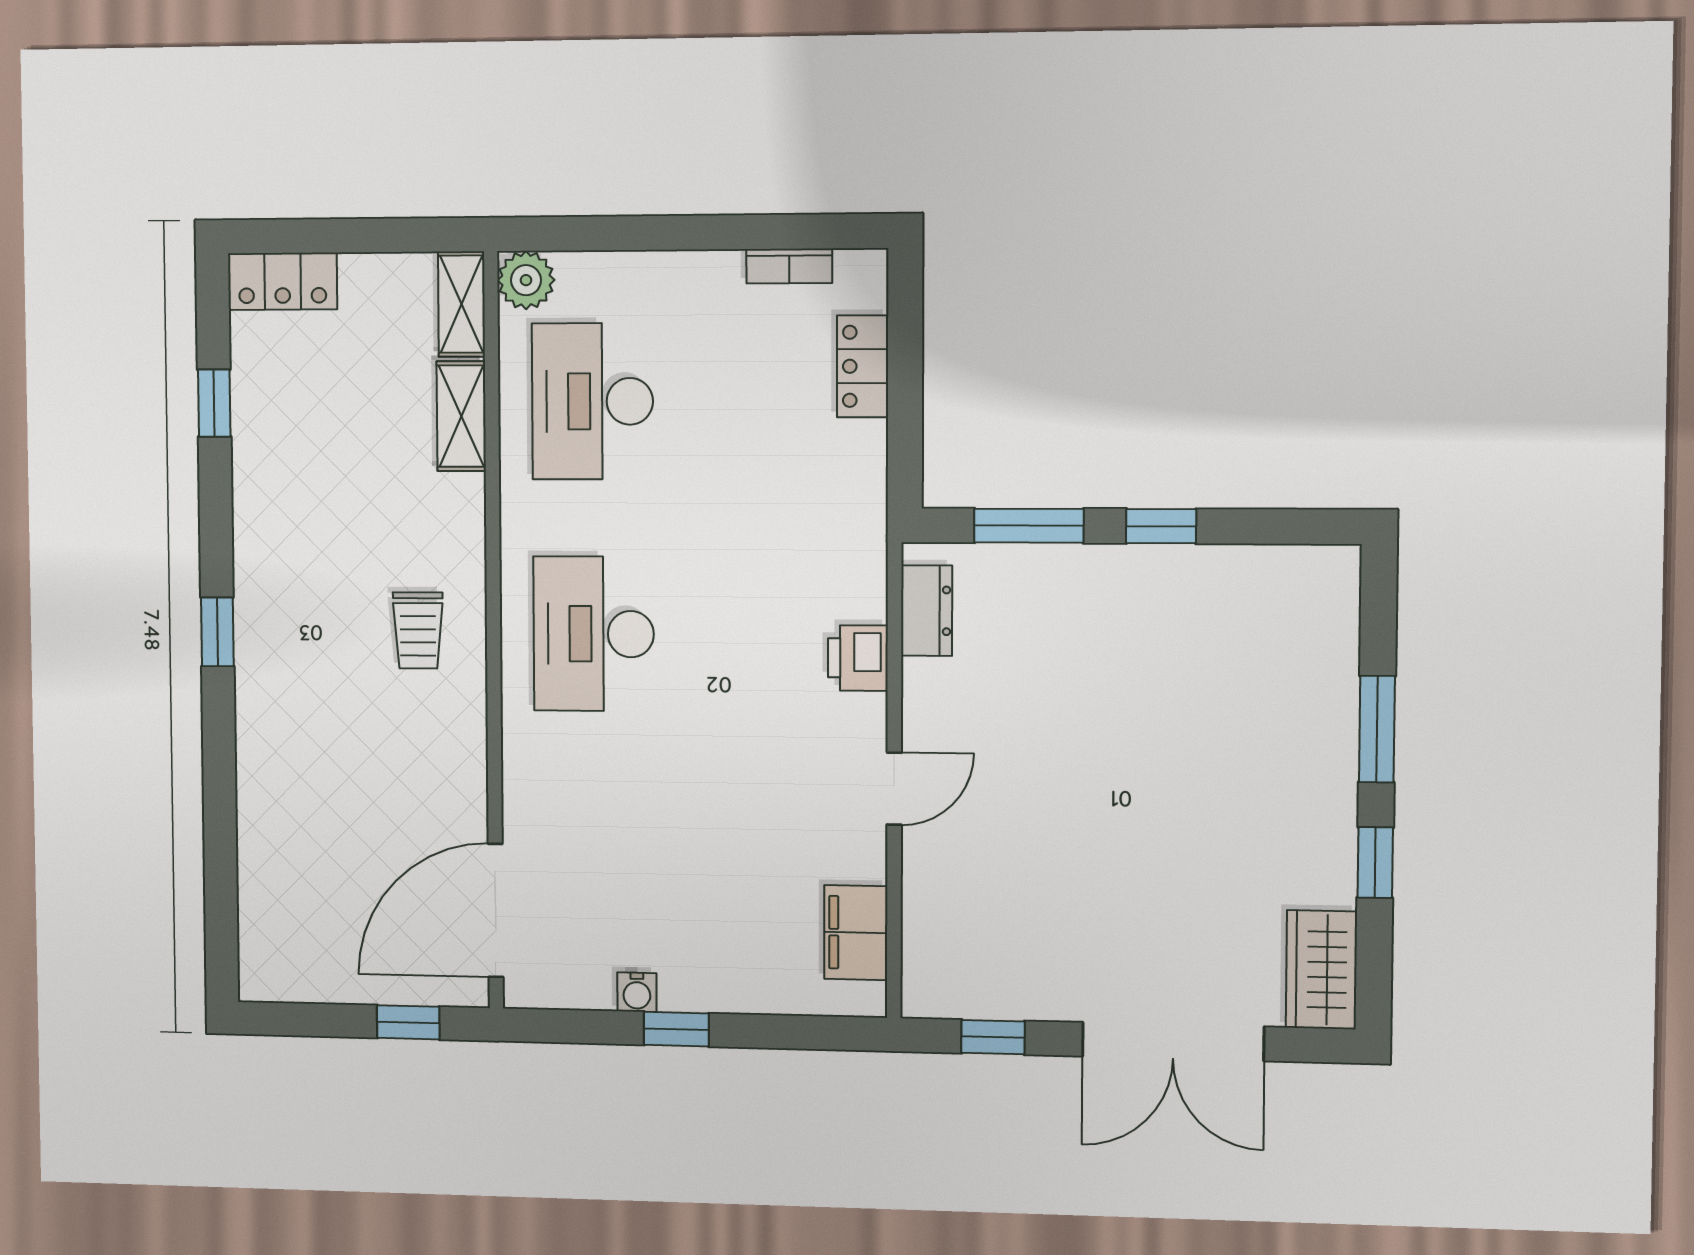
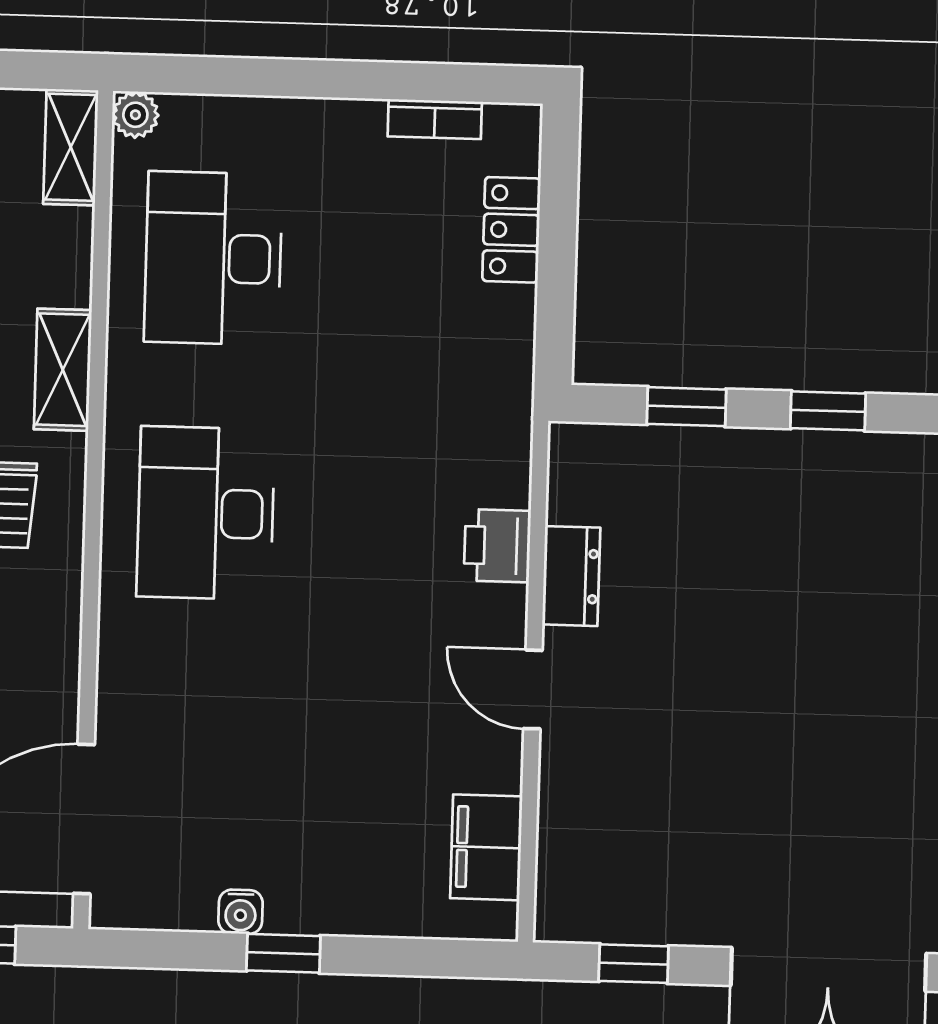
plant: (526, 280) -> (135, 115), width x0.73, depth x0.73
shelving: (461, 416) -> (63, 370), moved
window: (1029, 526) -> (687, 407), width x0.67
dresser: (927, 611) -> (571, 576), moved
door: (894, 789) -> (533, 689), swing flipped

